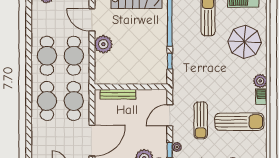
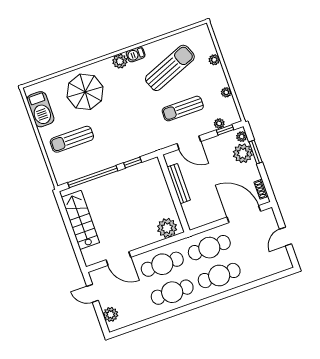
door: (92, 20) -> (118, 259), hinge flipped
plant: (103, 44) -> (167, 228), moved
bench: (118, 94) -> (179, 184), moved
sun lounger: (201, 120) -> (183, 109), turned 180
sun lounger: (239, 122) -> (170, 68), turned 68

